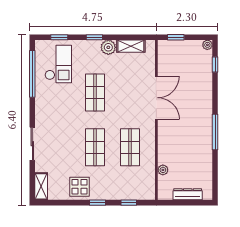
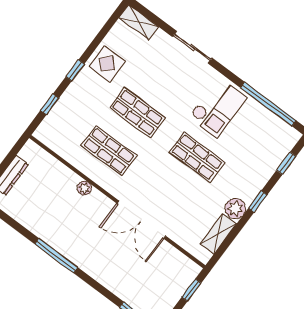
checkout: (58, 64) -> (218, 107), moved, turned -90
plant: (163, 170) -> (84, 188), moved

